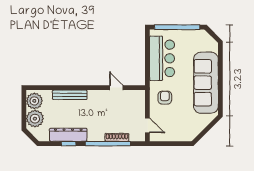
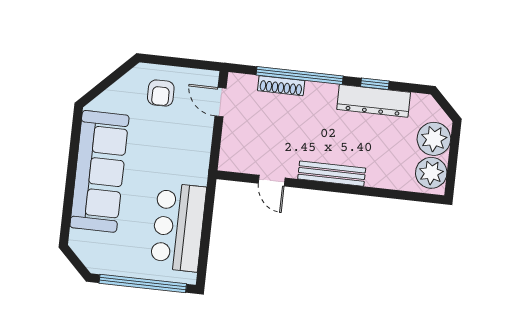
bench: (70, 95) -> (332, 174), moved
armchair: (165, 98) -> (161, 93), moved

